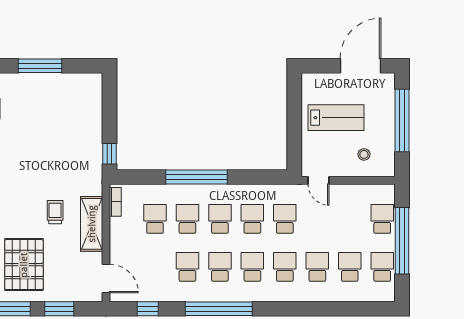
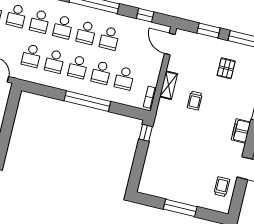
shelving: (92, 224) -> (169, 85), width x0.67, depth x0.75
pallet: (24, 265) -> (226, 68), width x0.49, depth x0.50

